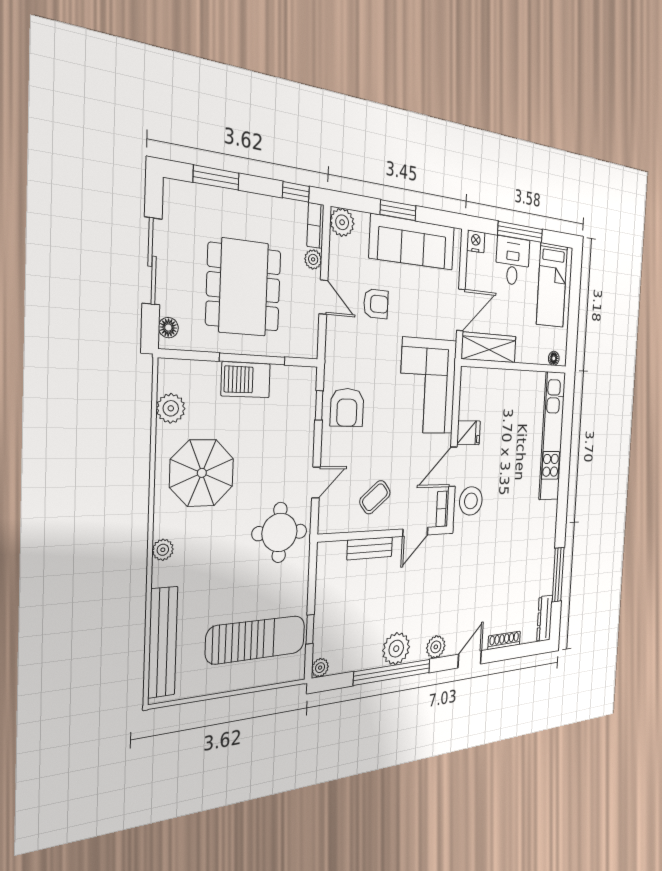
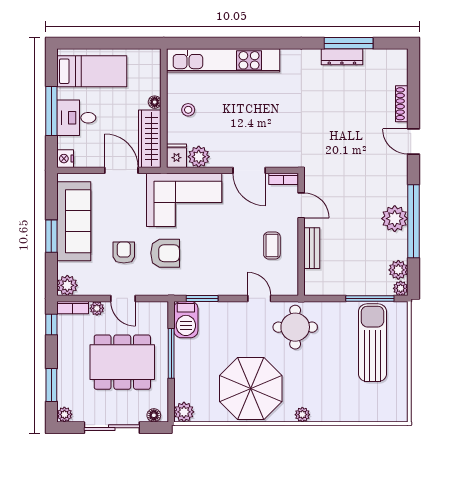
plant: (174, 191) -> (64, 414), added
door: (323, 297) -> (123, 298), swing flipped
floor lamp: (554, 358) -> (155, 102), moved
barbecue: (246, 380) -> (186, 320), moved
window: (319, 405) -> (202, 298), width x1.50
plant: (469, 406) -> (199, 157), added
armchair: (347, 407) -> (165, 253), moved
plant: (171, 408) -> (184, 412), moved
fridge: (469, 433) -> (176, 156), moved
parasol: (202, 473) -> (251, 388), width x1.36, depth x1.36
coffee table: (375, 497) -> (272, 246), turned 39
stool: (471, 501) -> (188, 110), moved, width x0.53, depth x0.53
dresser: (545, 618) -> (342, 57), moved
window: (310, 629) -> (370, 298), width x2.17
bench: (163, 642) -> (366, 413), removed
plant: (436, 647) -> (398, 270), moved

